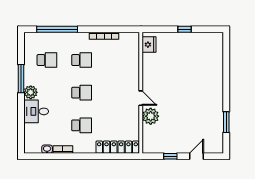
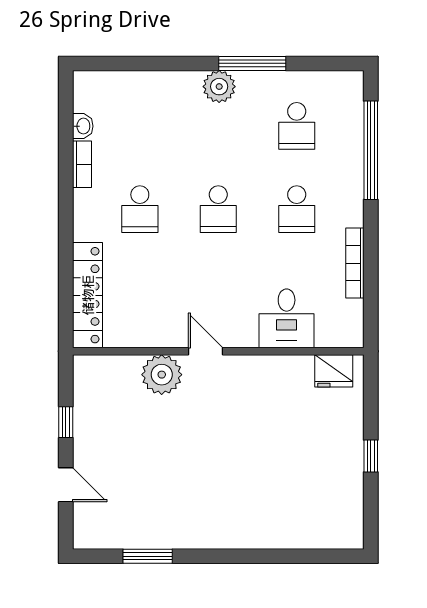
door: (141, 98) -> (205, 351), swing flipped
desk: (36, 111) -> (287, 318), moved, turned 180

